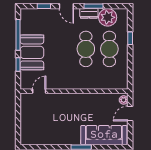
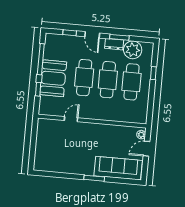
cafe table: (62, 49) -> (84, 78), added
door: (39, 91) -> (71, 119), moved

